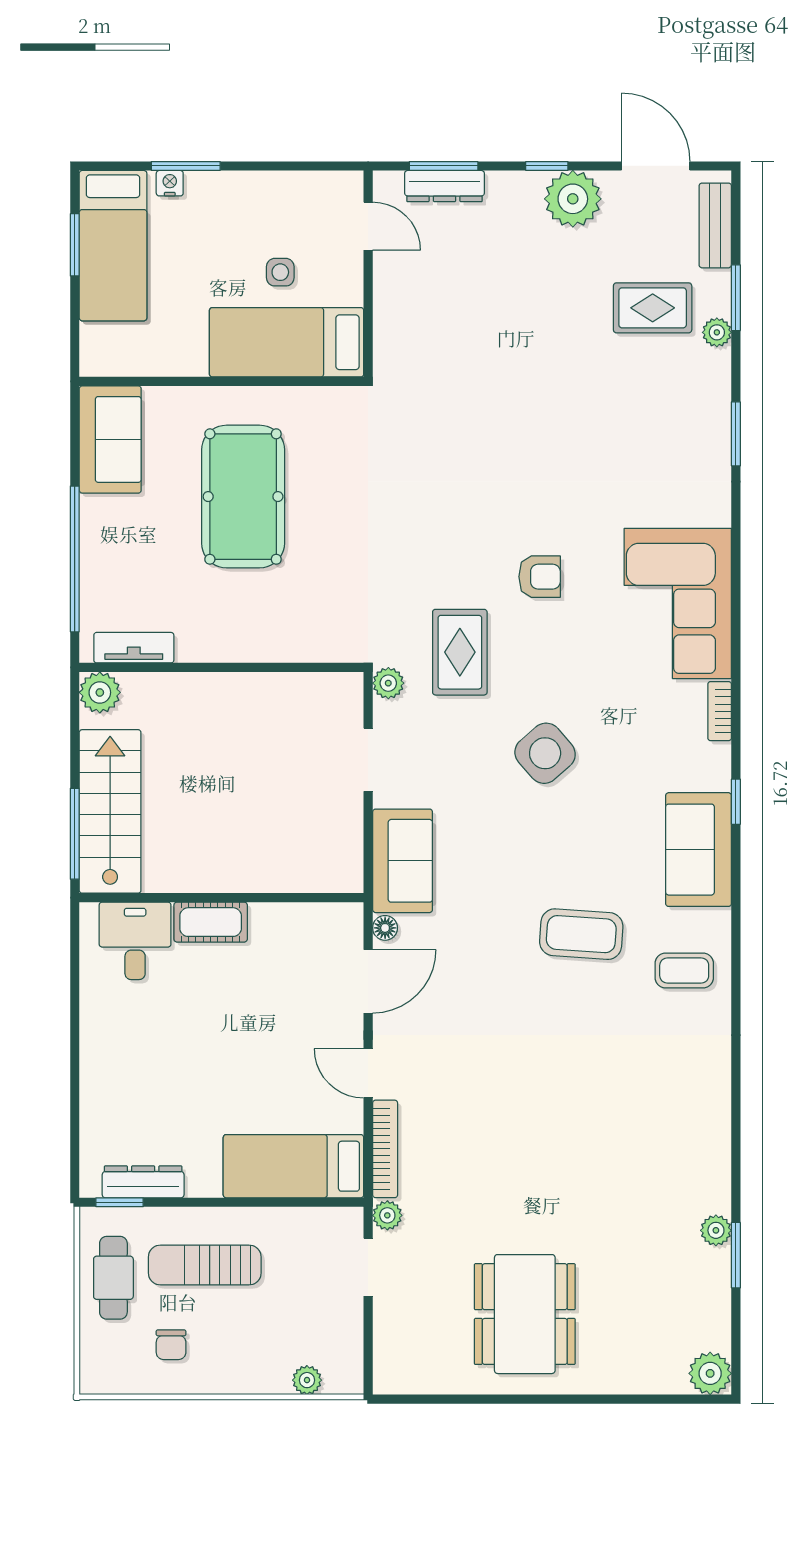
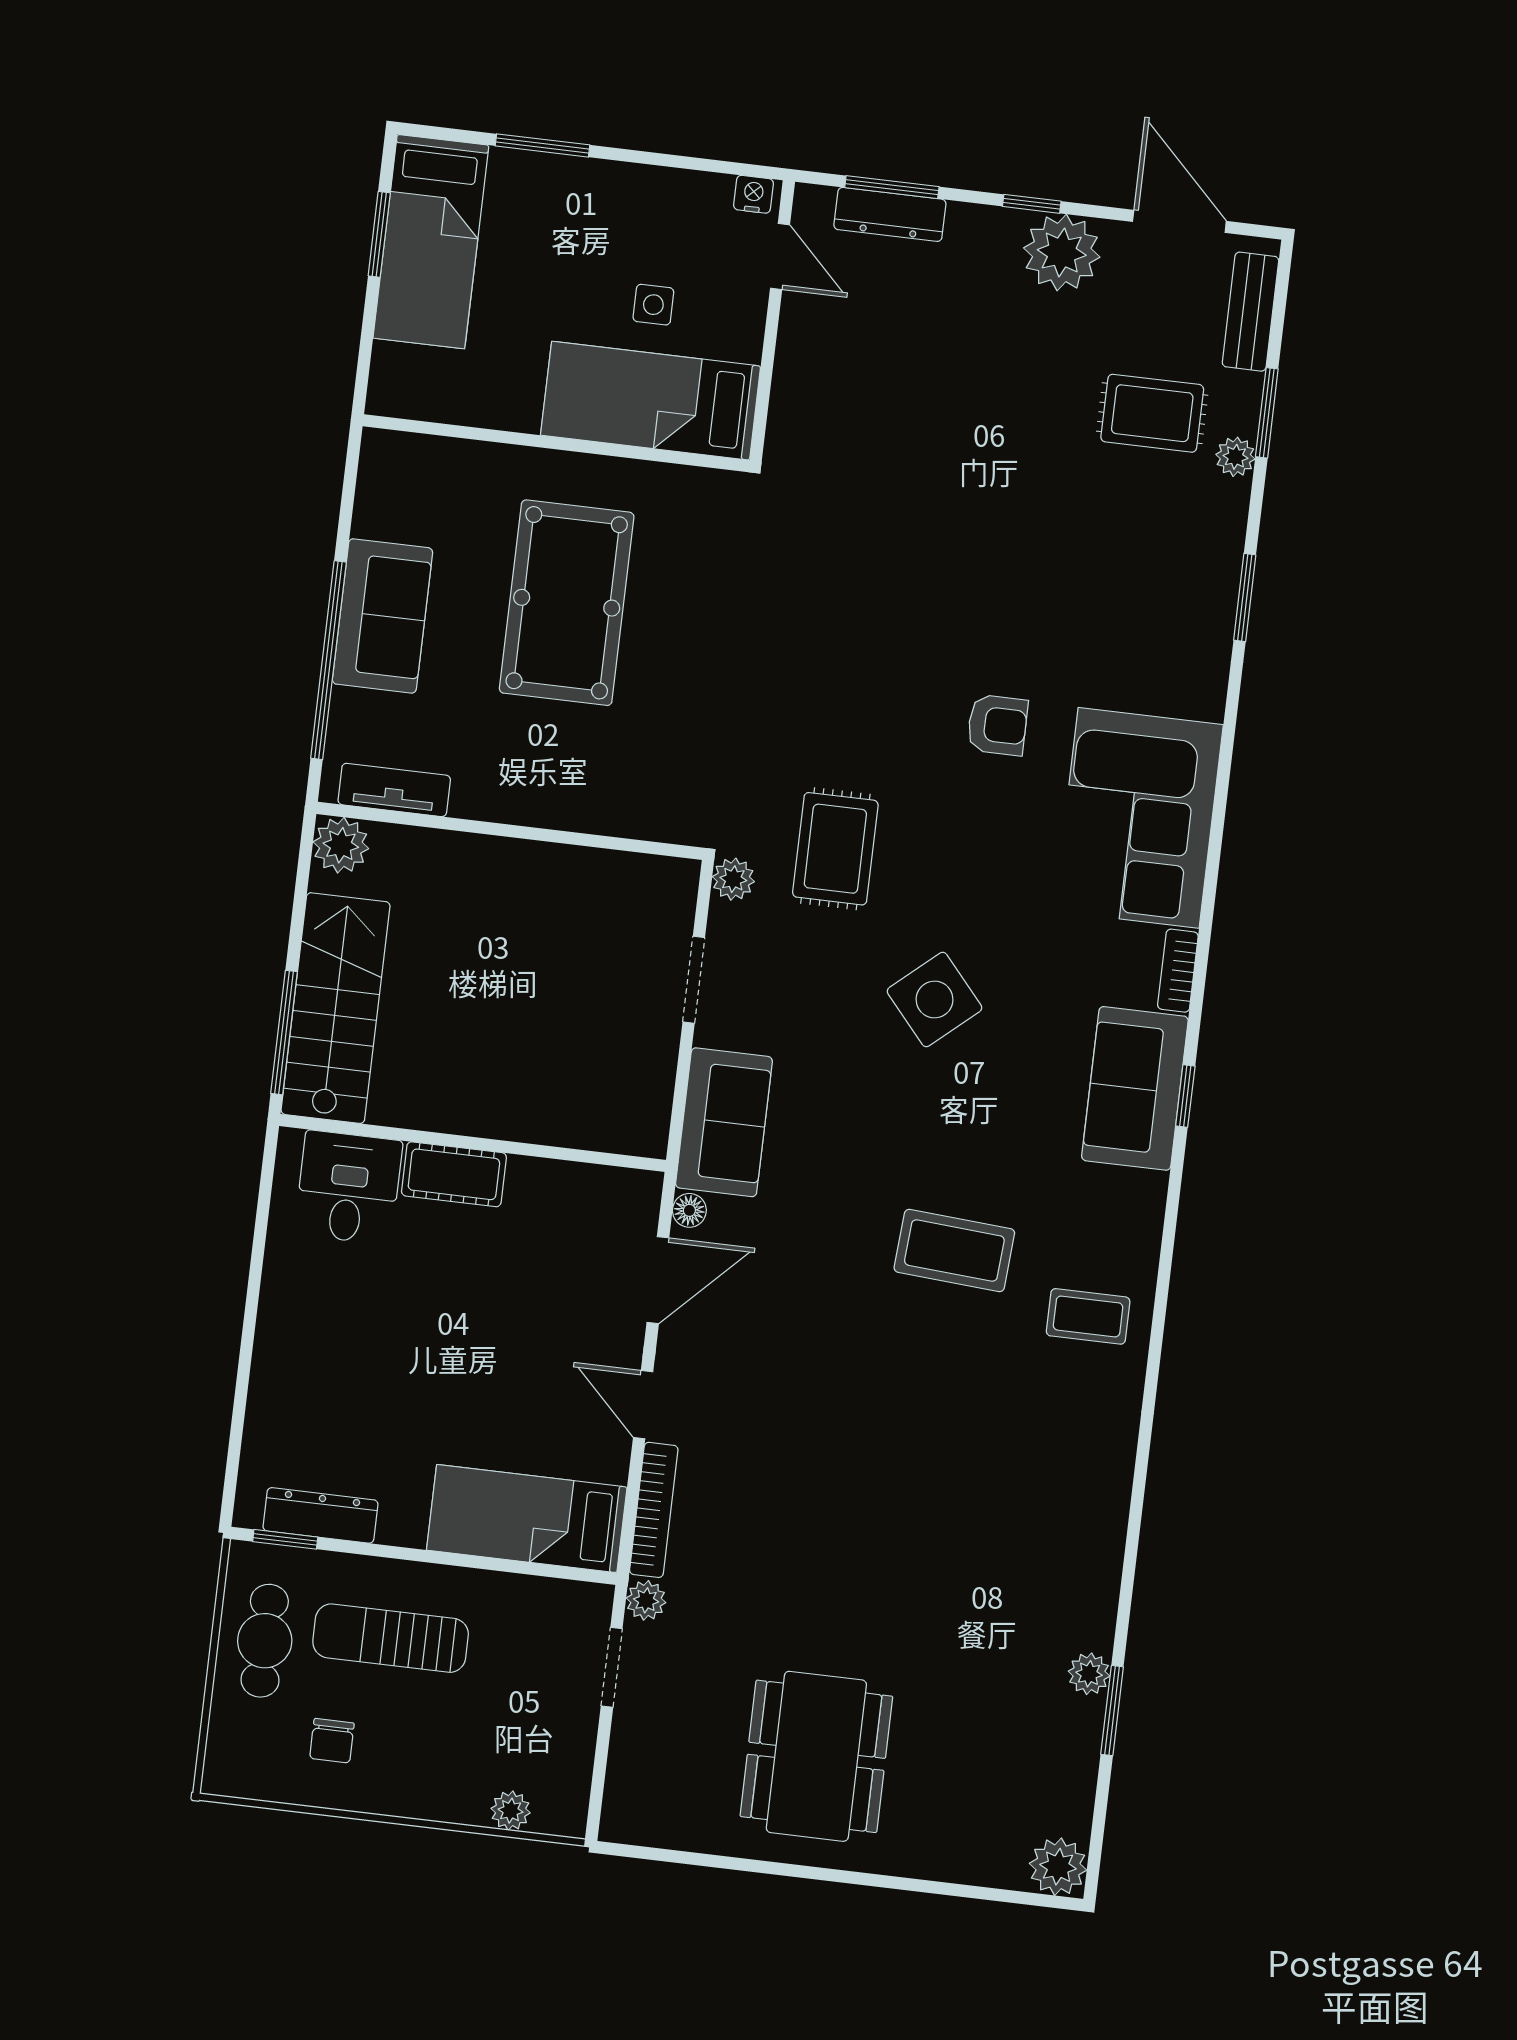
nightstand: (170, 183) -> (754, 194), moved
sofa: (110, 439) -> (382, 616), moved
armchair: (540, 577) -> (997, 725), moved
sofa: (699, 850) -> (1135, 1088), moved

